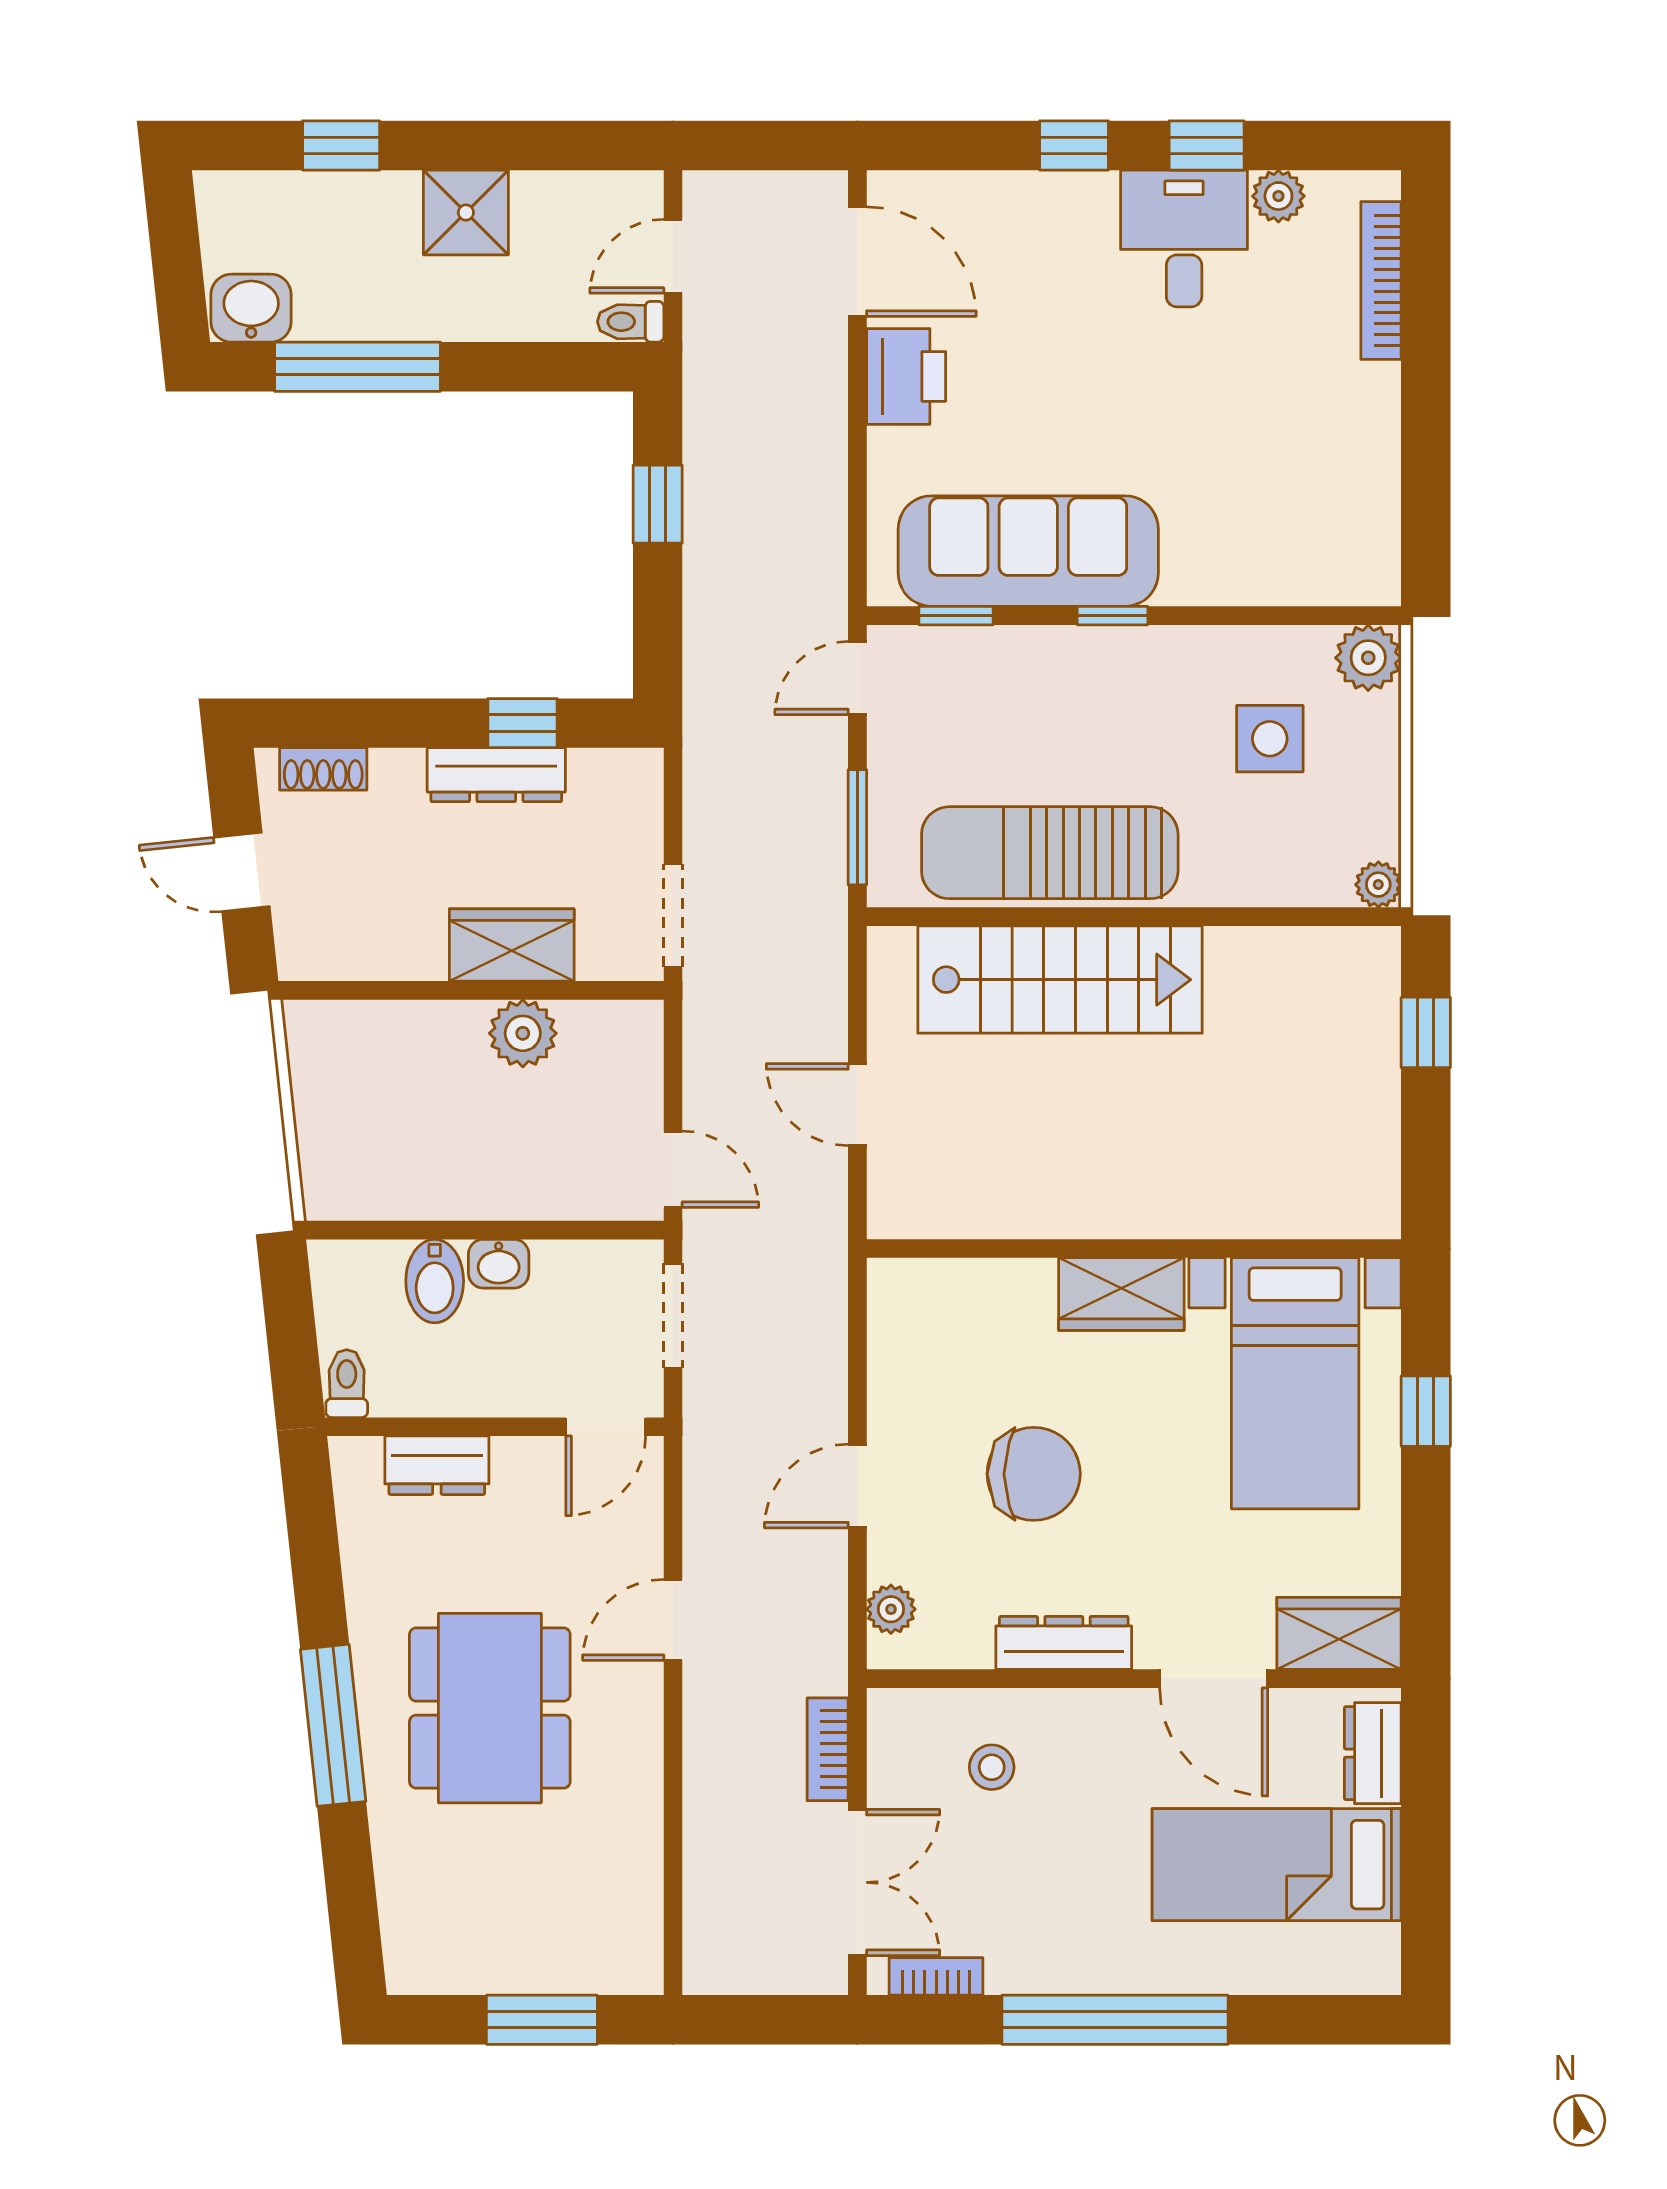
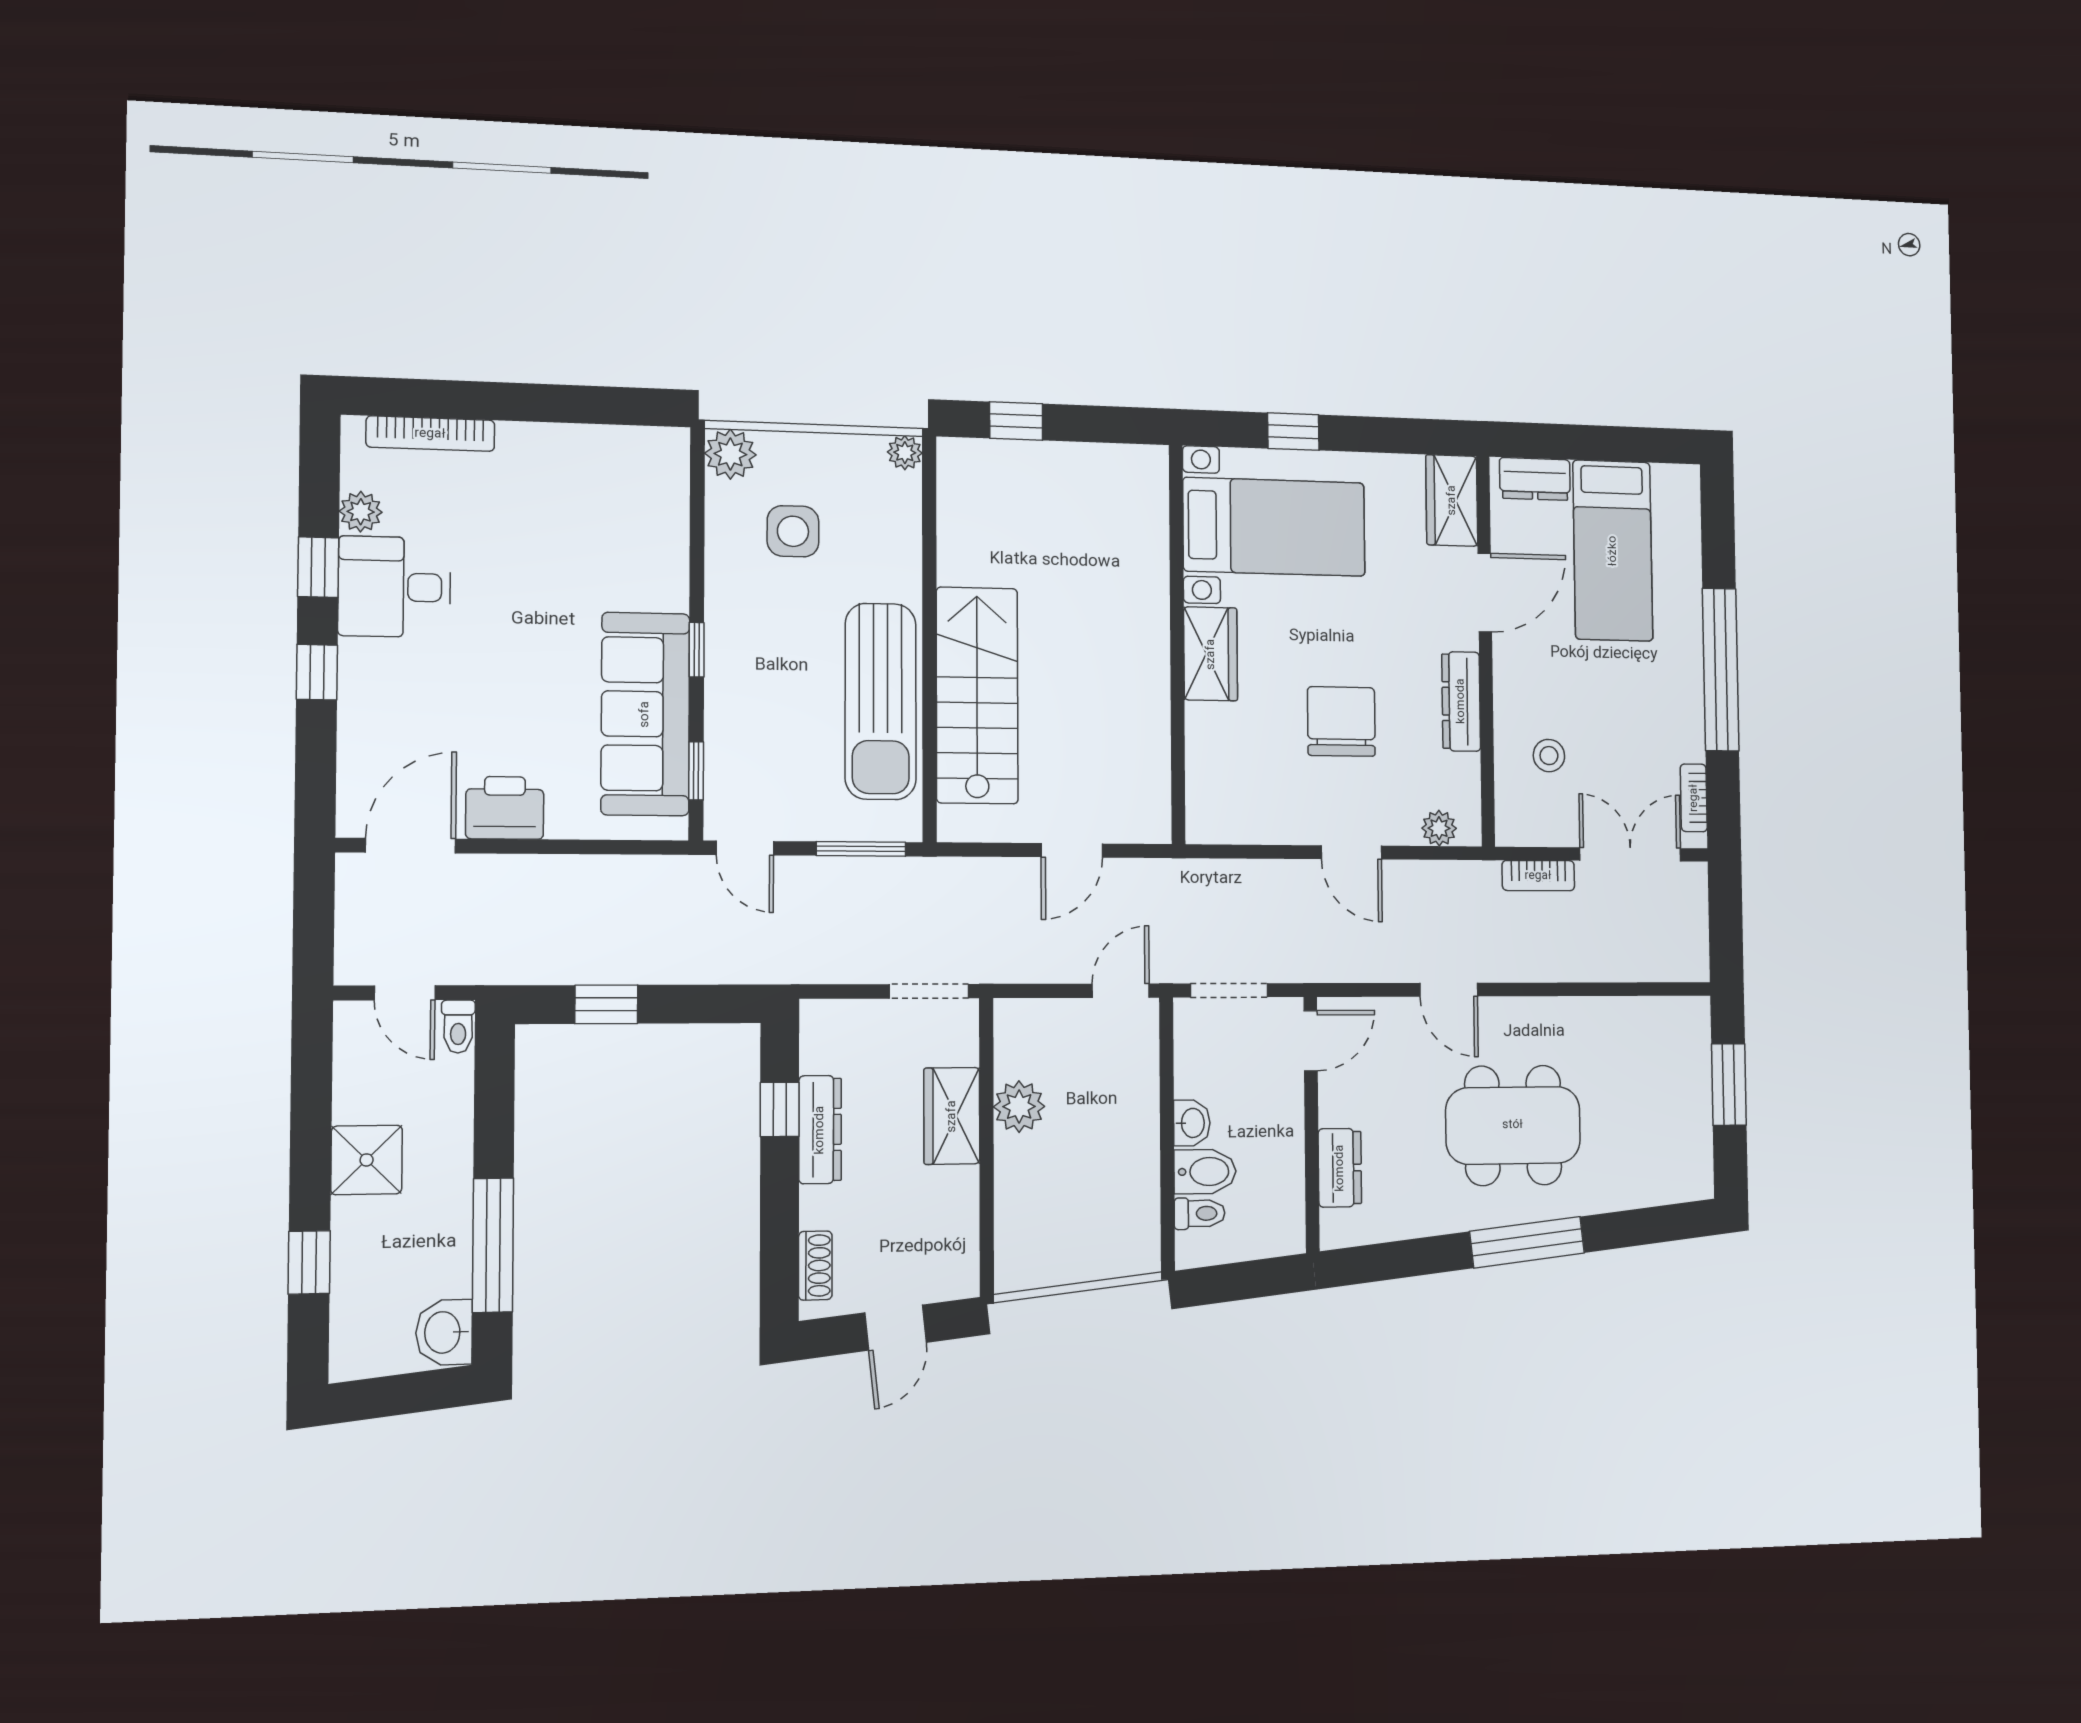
toilet: (347, 1384) -> (1200, 1213), moved, turned 180
door: (606, 1427) -> (1311, 1041), hinge flipped

